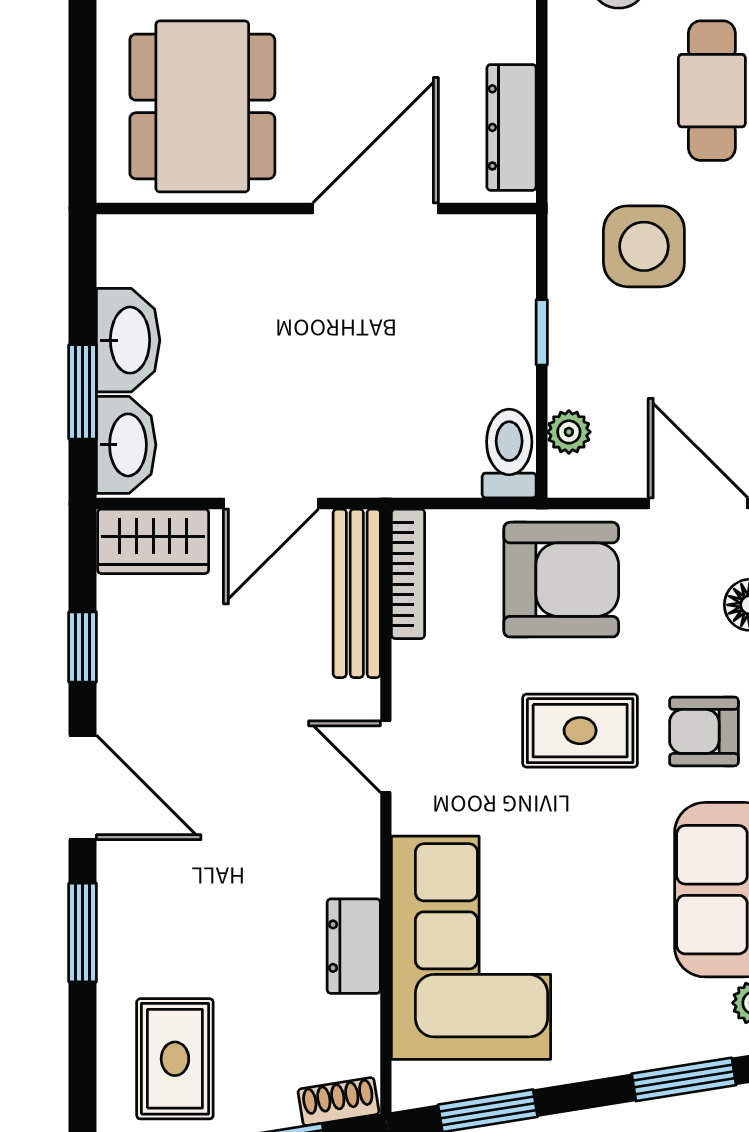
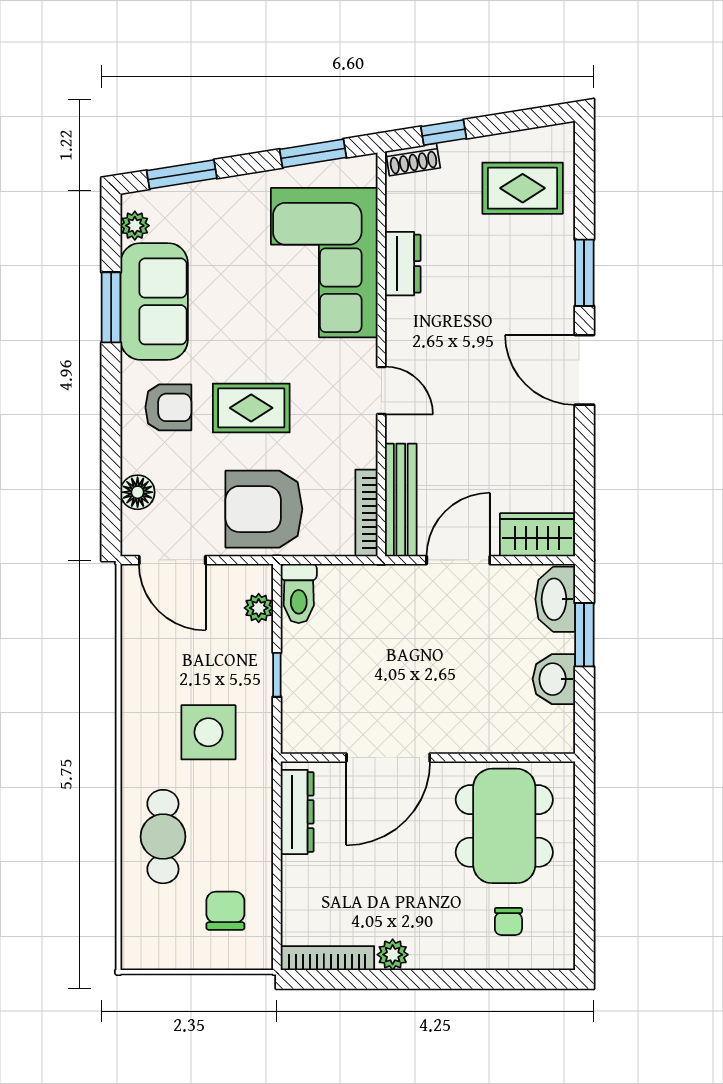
washbasin: (128, 340) -> (554, 679), width x0.72
window: (83, 647) -> (584, 464), removed
rug: (175, 1059) -> (523, 188), turned 90

